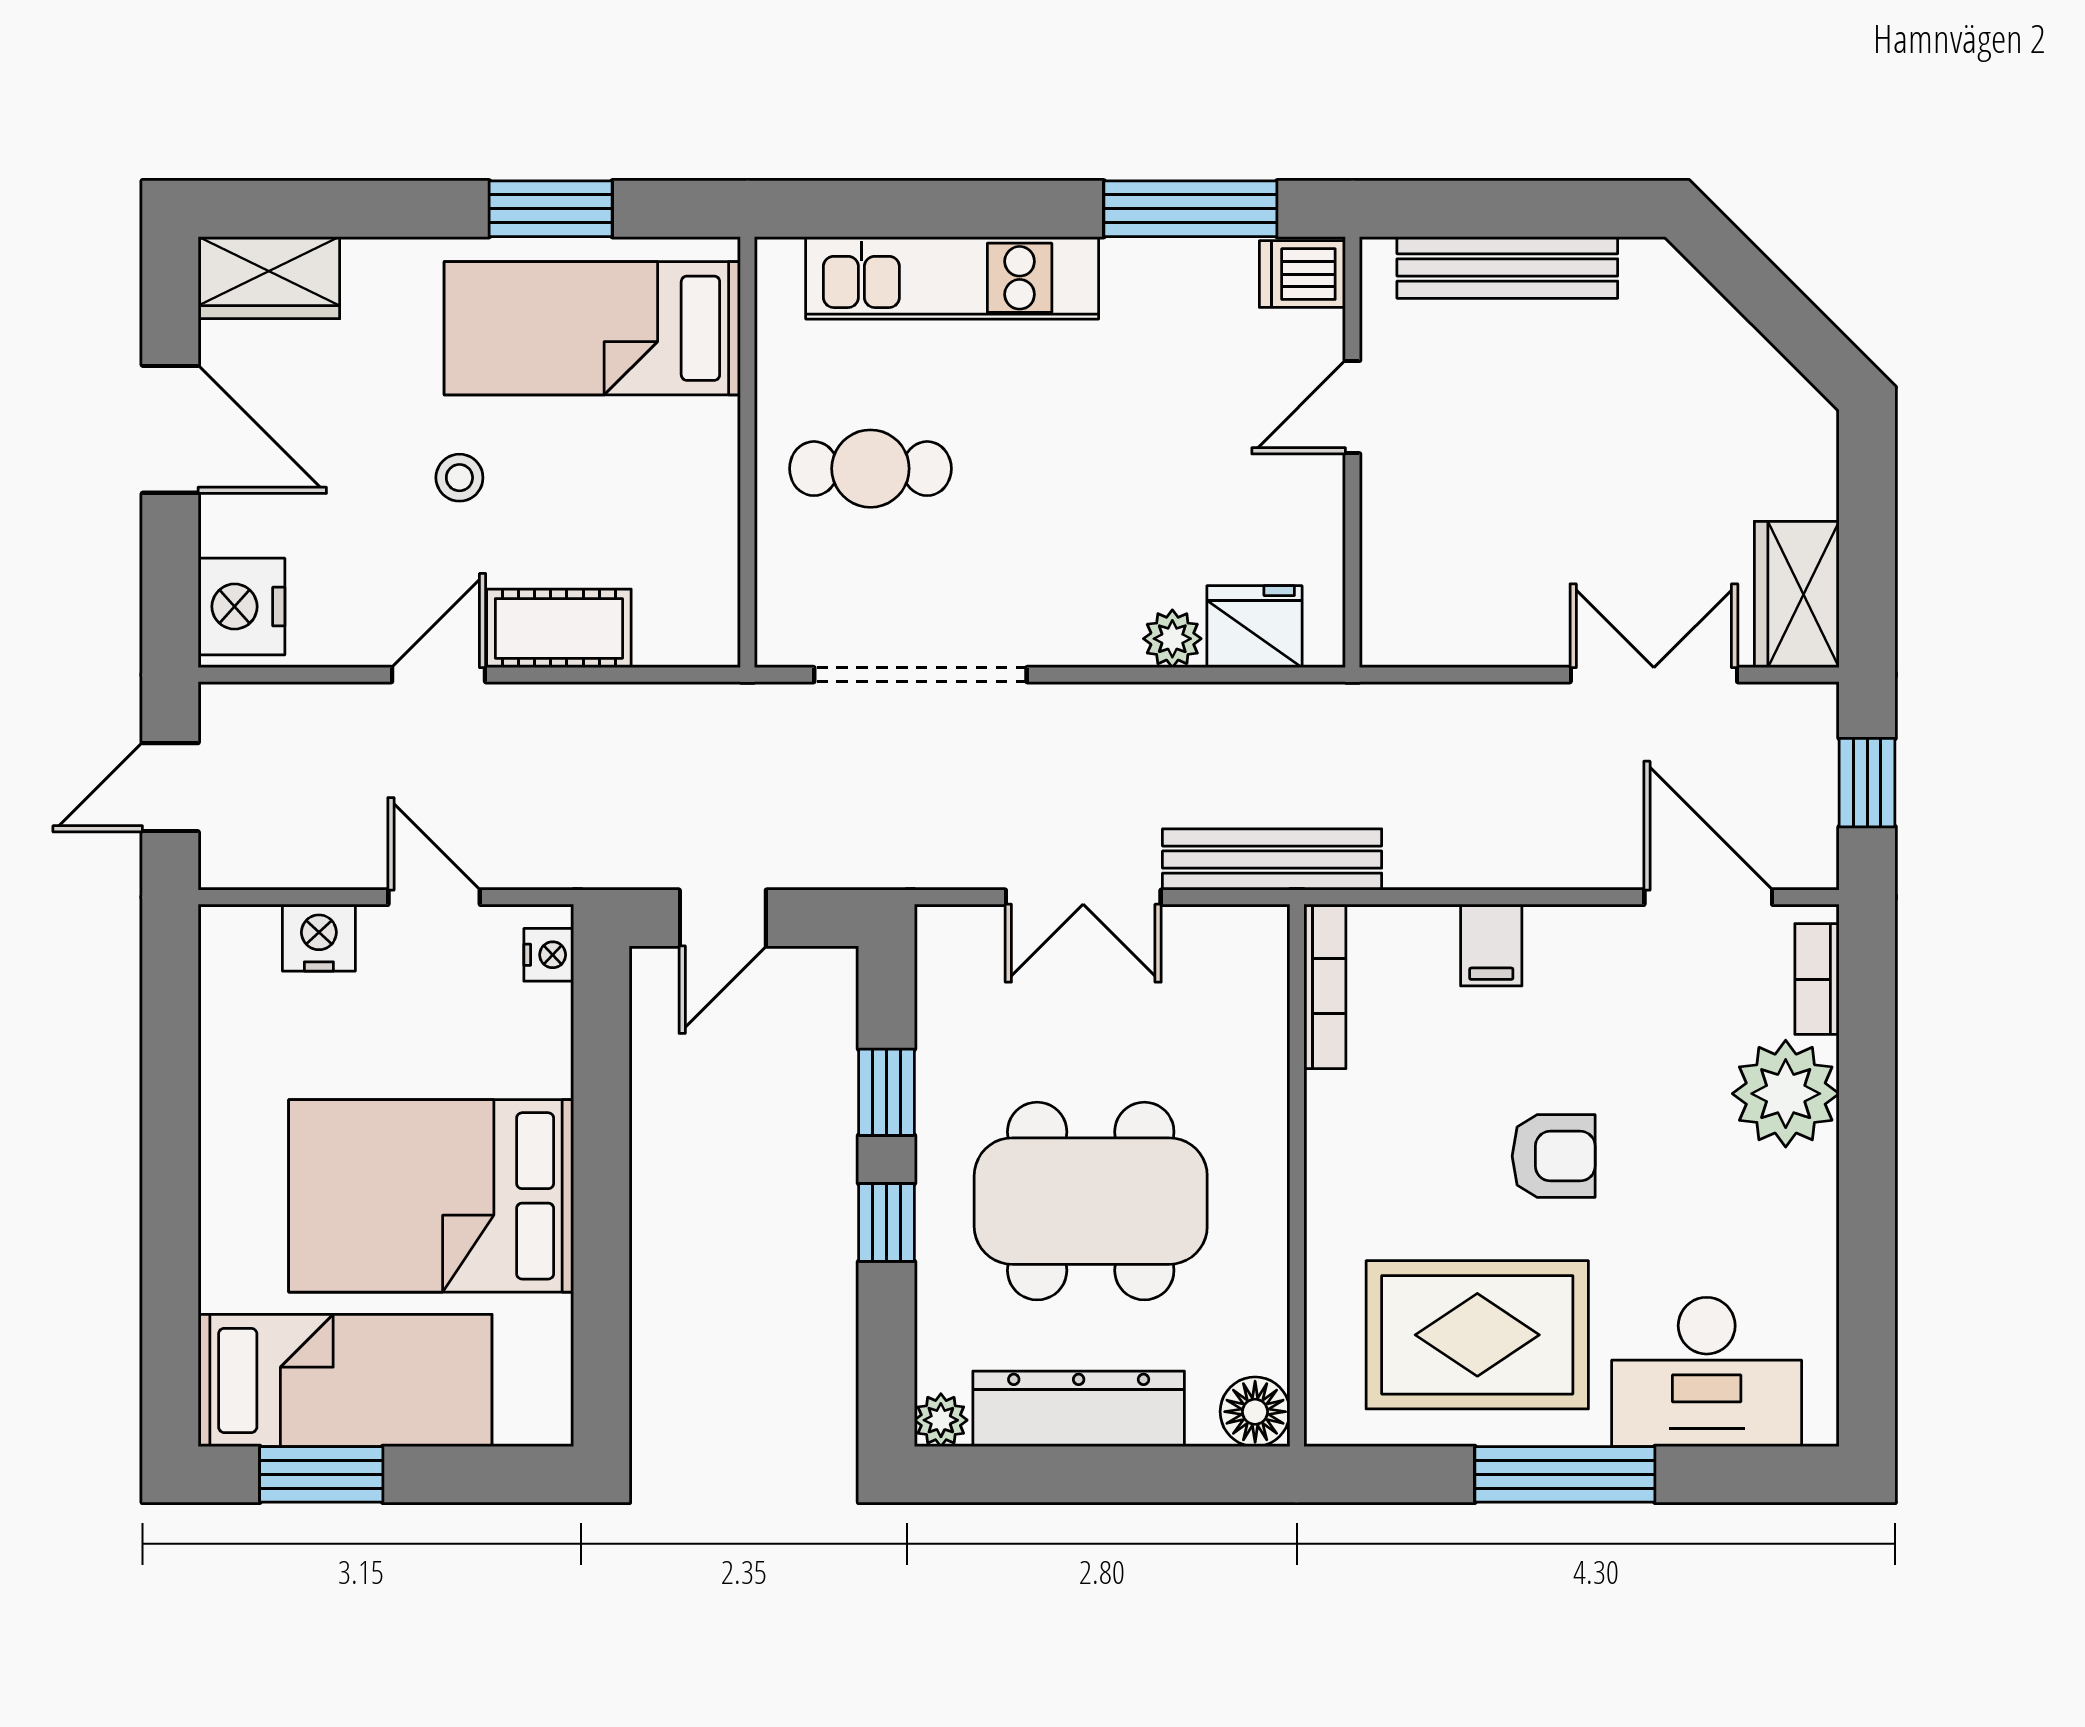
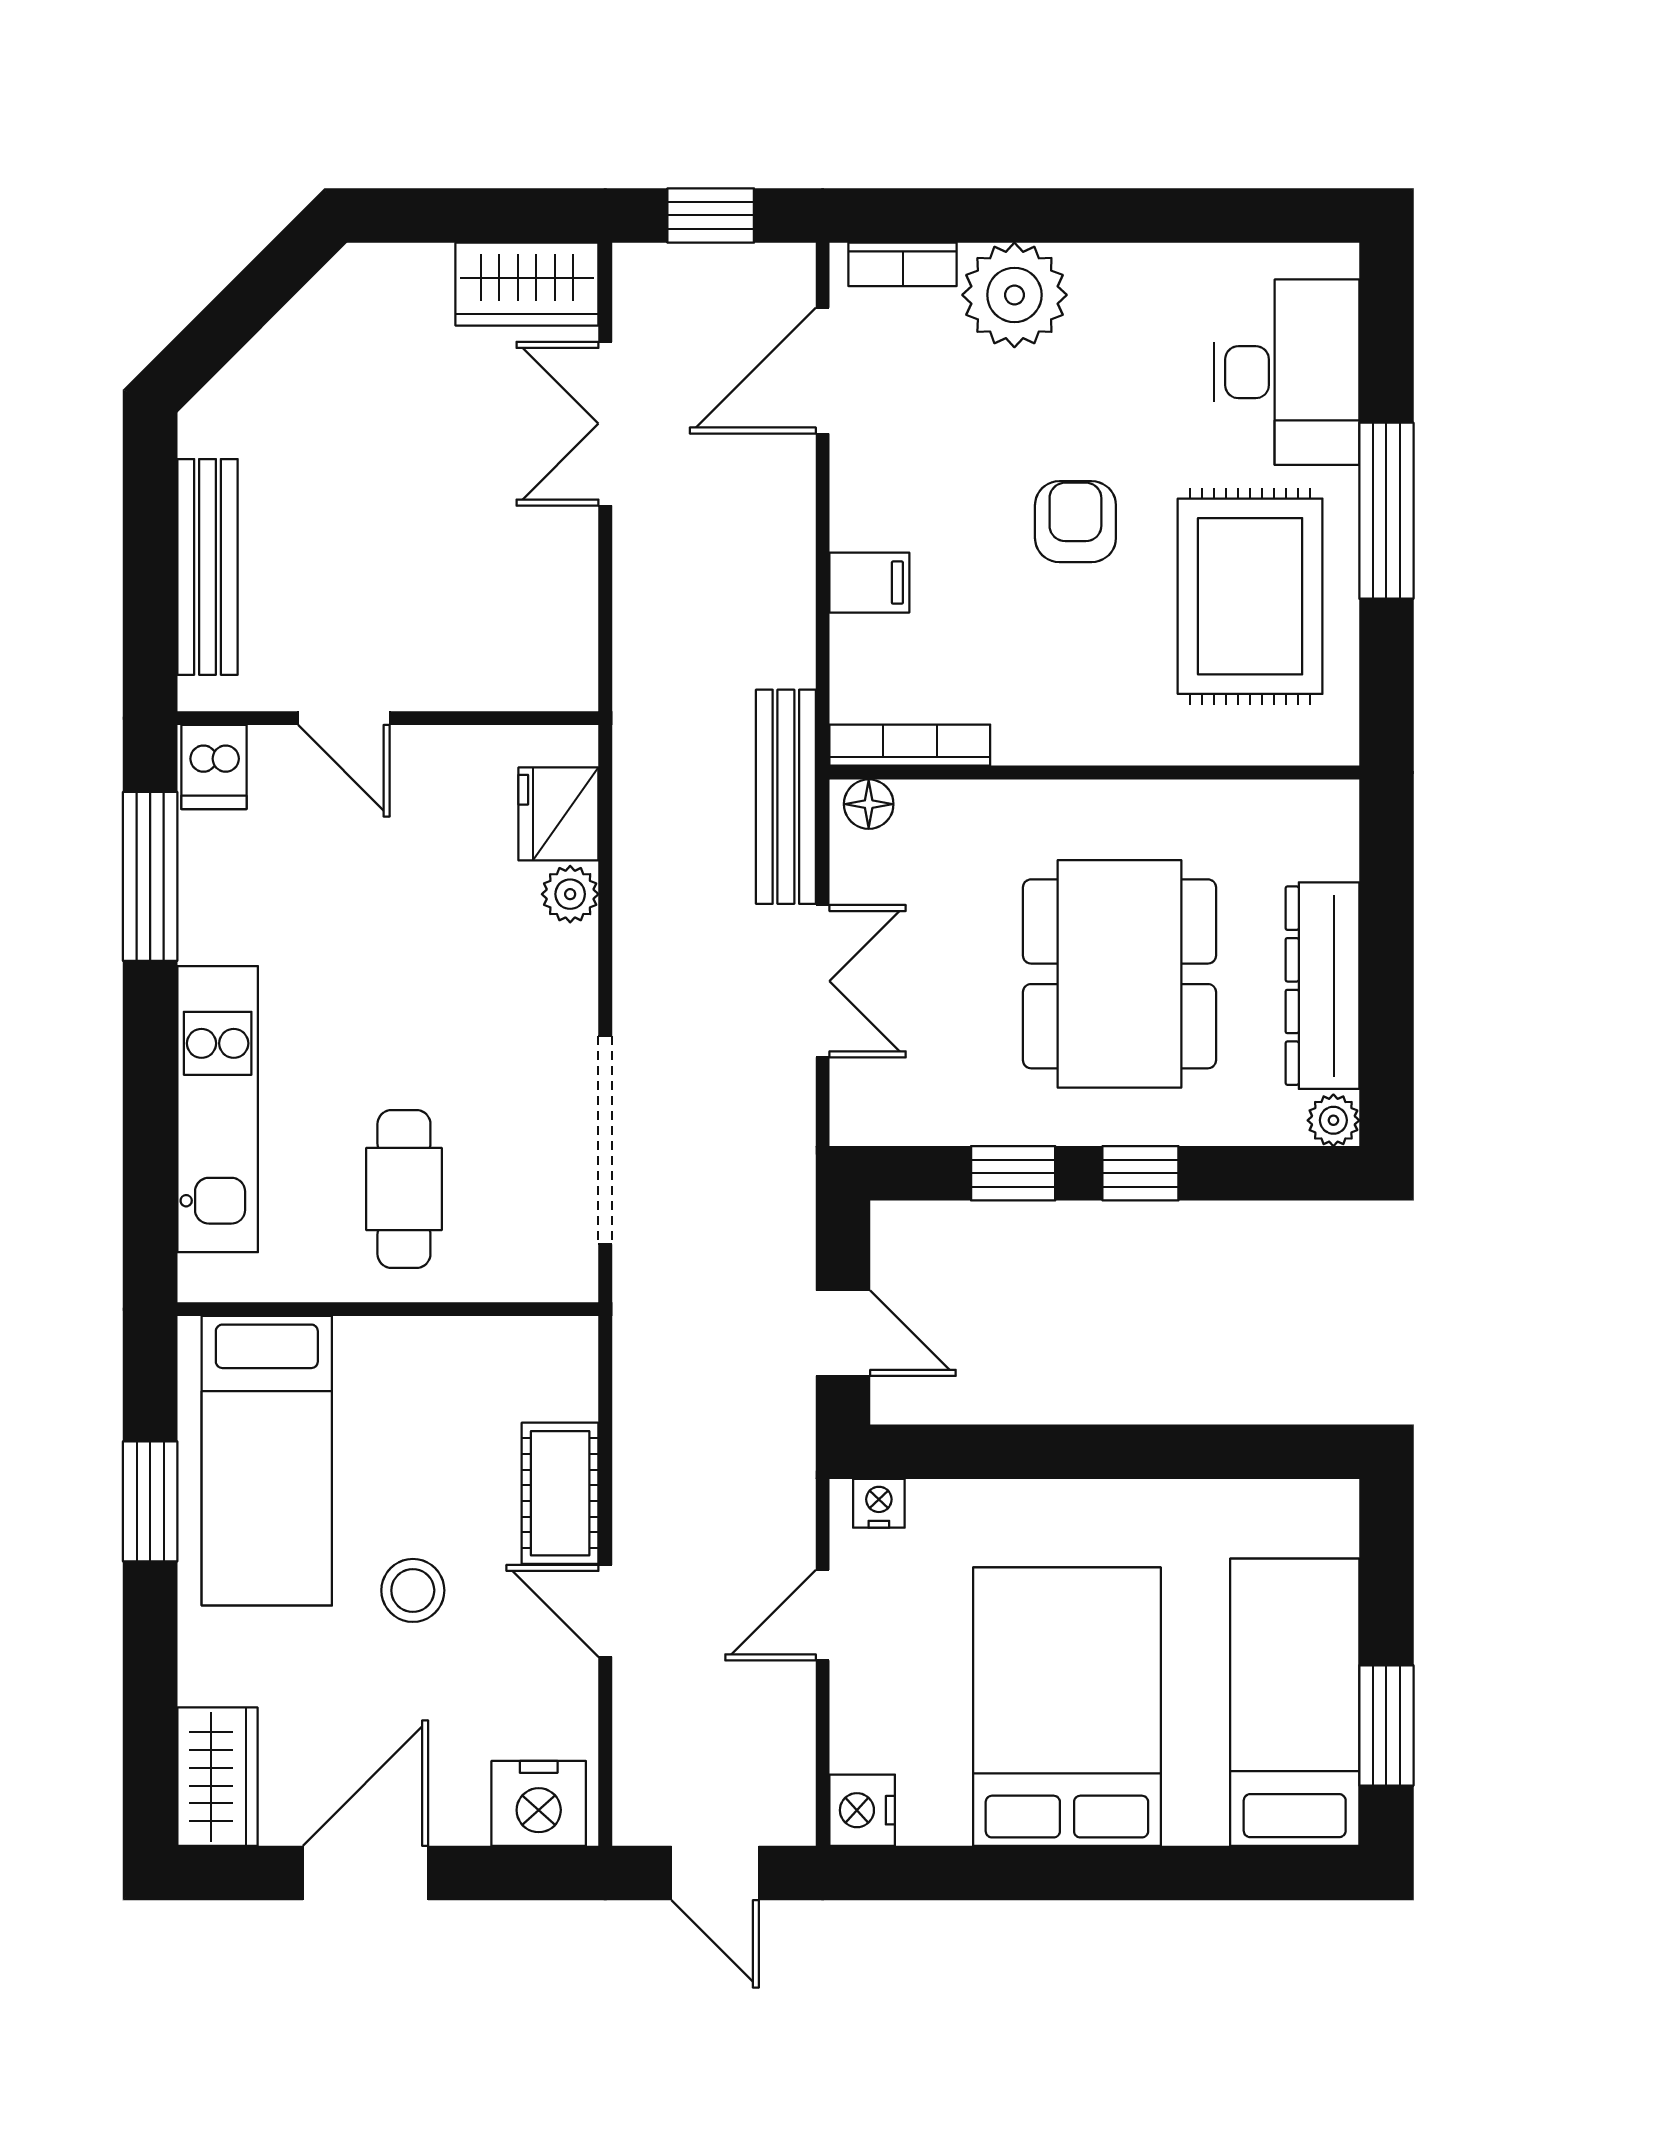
stool: (459, 478) -> (413, 1590), width x1.37, depth x1.37
nightstand: (319, 938) -> (862, 1810), moved
bed: (431, 1196) -> (1067, 1707), moved, turned 180
floor lamp: (1255, 1412) -> (869, 804), moved, width x0.73, depth x0.73

